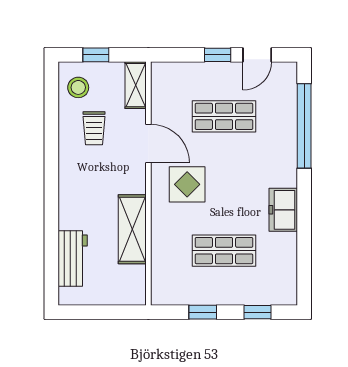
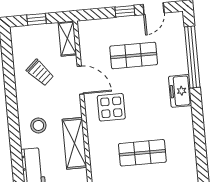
stool: (78, 87) -> (38, 125), moved
trolley: (94, 128) -> (40, 73), turned -42
freezer: (283, 210) -> (180, 91), moved

